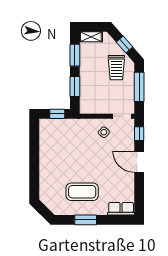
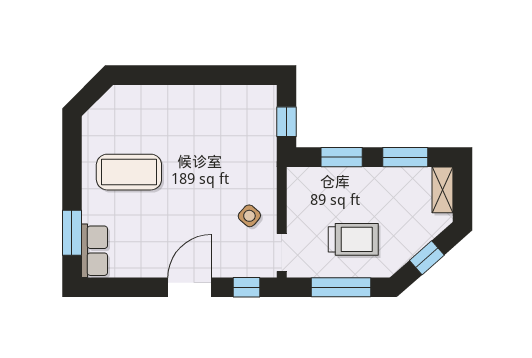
trolley: (116, 68) -> (353, 239), moved, turned 180
coffee table: (82, 192) -> (129, 172), turned 90
window: (86, 220) -> (72, 233), moved

